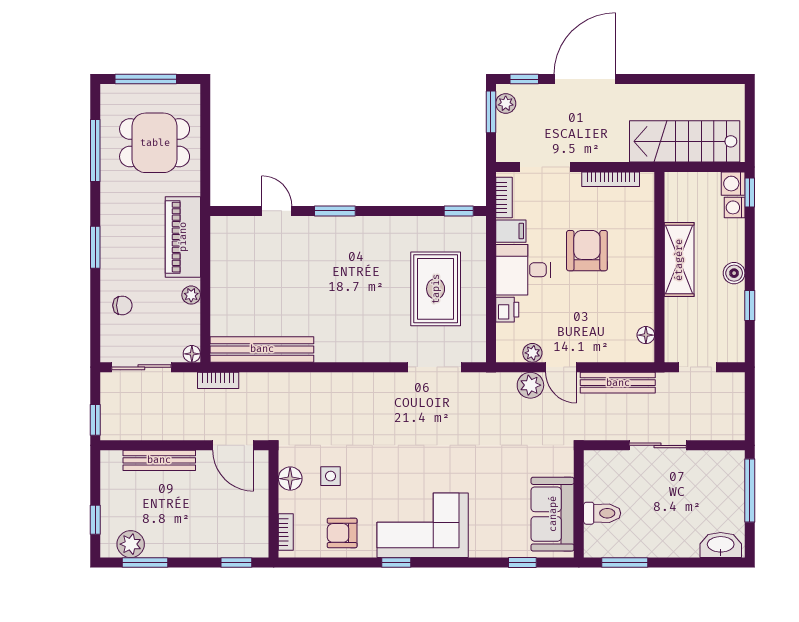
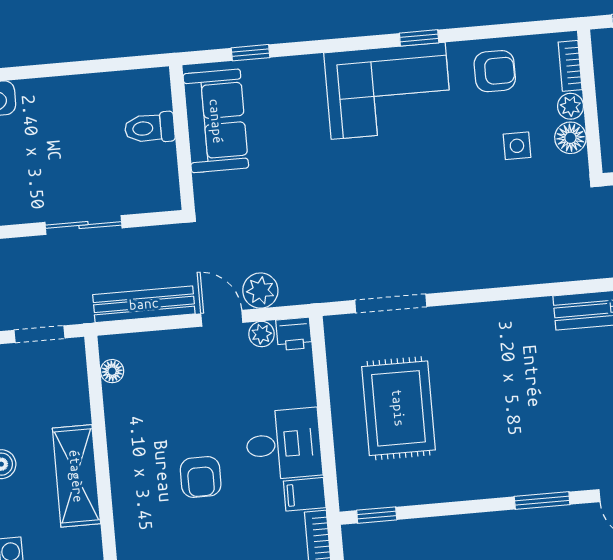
armchair: (587, 251) -> (201, 477), width x0.72, depth x0.72
printer: (507, 310) -> (294, 334), moved, turned -90
plant: (288, 502) -> (570, 106), added
window: (625, 563) -> (114, 65), removed

